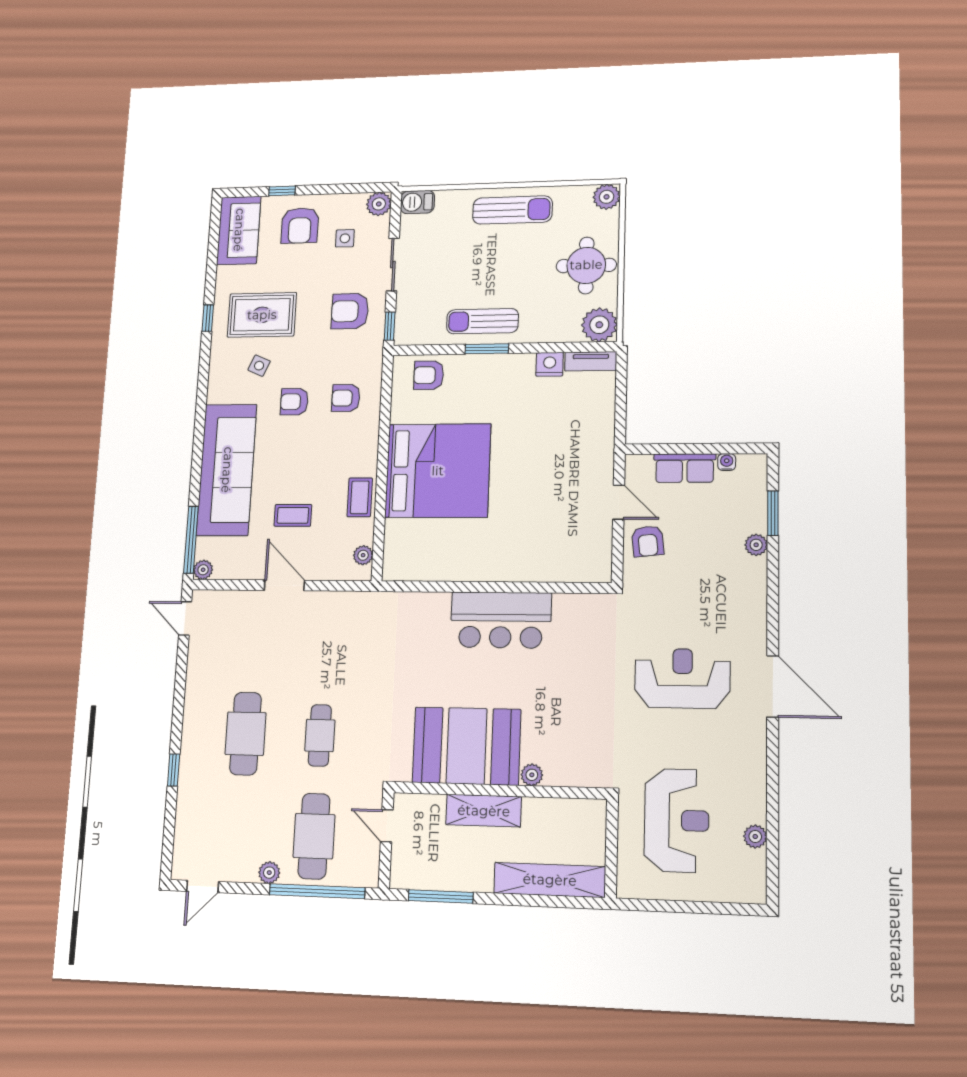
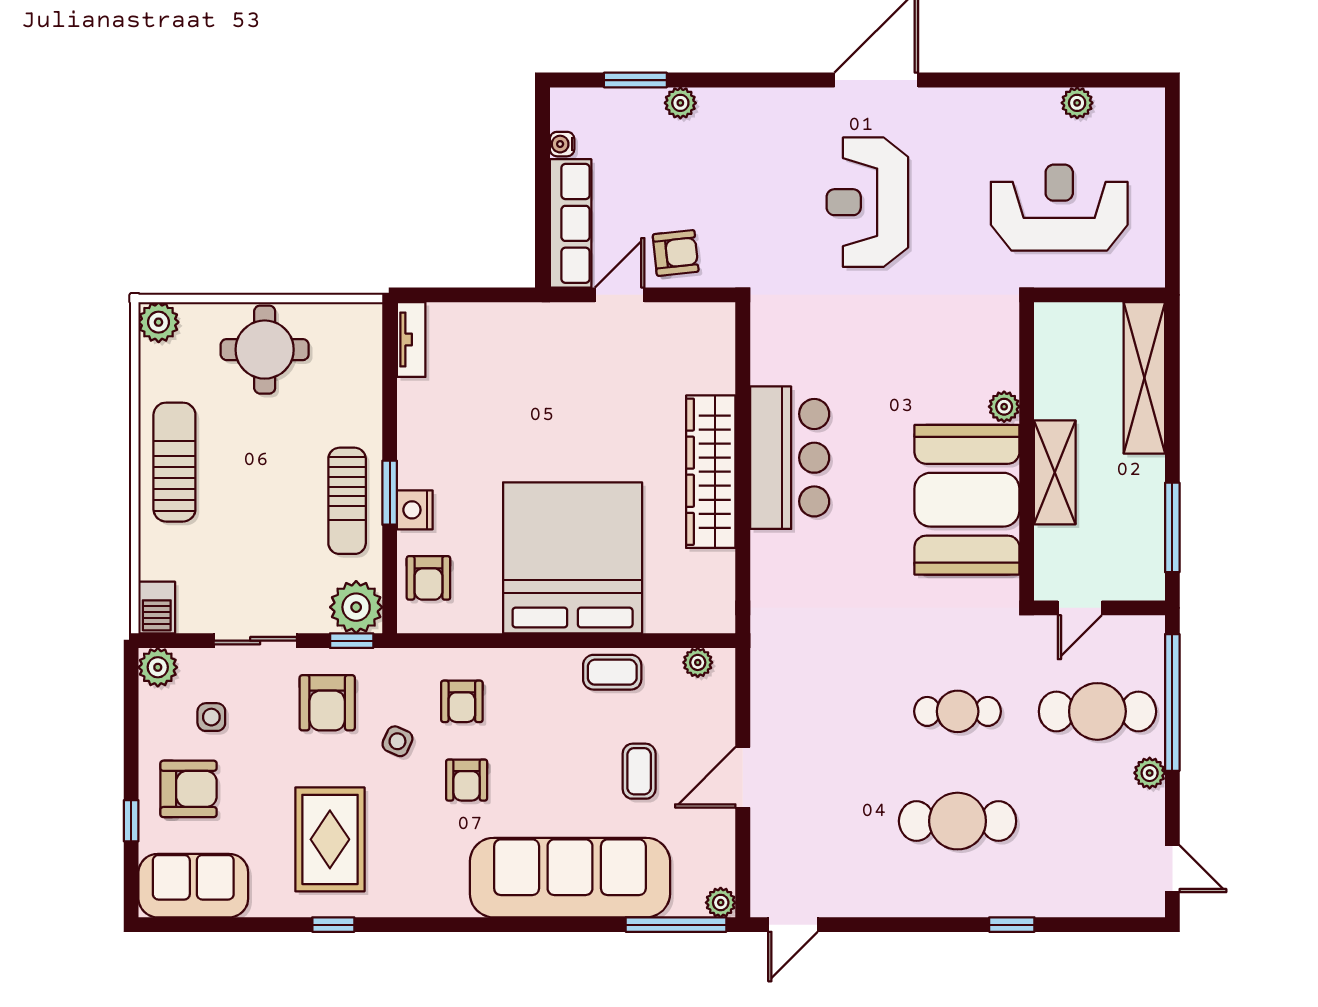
plant: (599, 325) -> (356, 607), moved
nightstand: (550, 364) -> (415, 510), moved
side table: (259, 366) -> (397, 741), moved
row of seats: (685, 468) -> (571, 223), width x1.48
wardrobe: (493, 565) -> (711, 472), added

